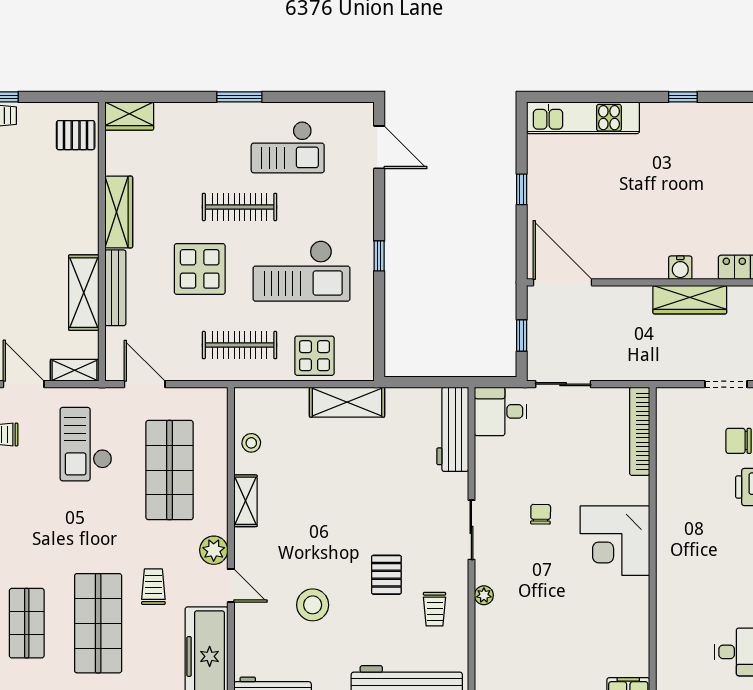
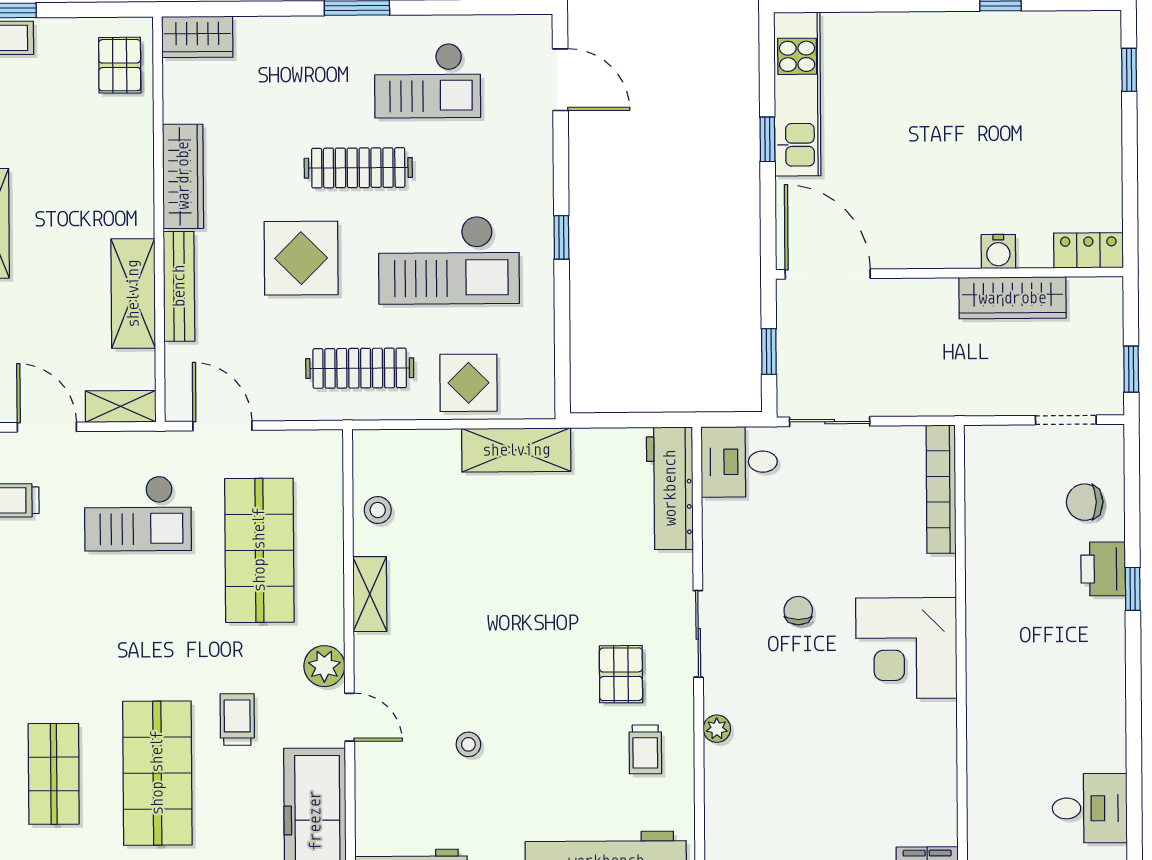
kitchen unit: (583, 118) -> (797, 94), moved, turned -90
pallet: (76, 135) -> (120, 65), turned 90
checkout: (86, 444) -> (138, 513), turned -90
pallet: (386, 575) -> (621, 674), moved
stool: (313, 605) -> (468, 744), width x0.53, depth x0.53

